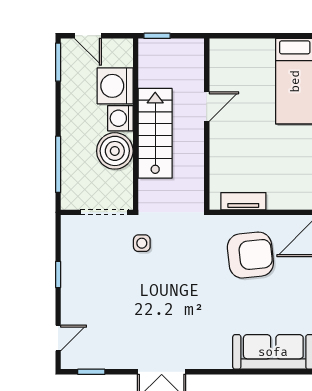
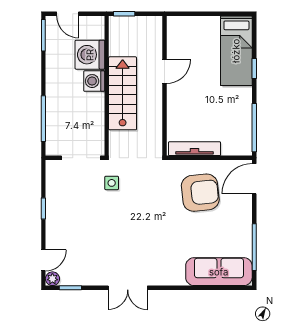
boiler: (115, 151) -> (90, 108), removed
tv unit: (243, 201) -> (194, 149), width x1.41
plant: (69, 361) -> (52, 279), added

